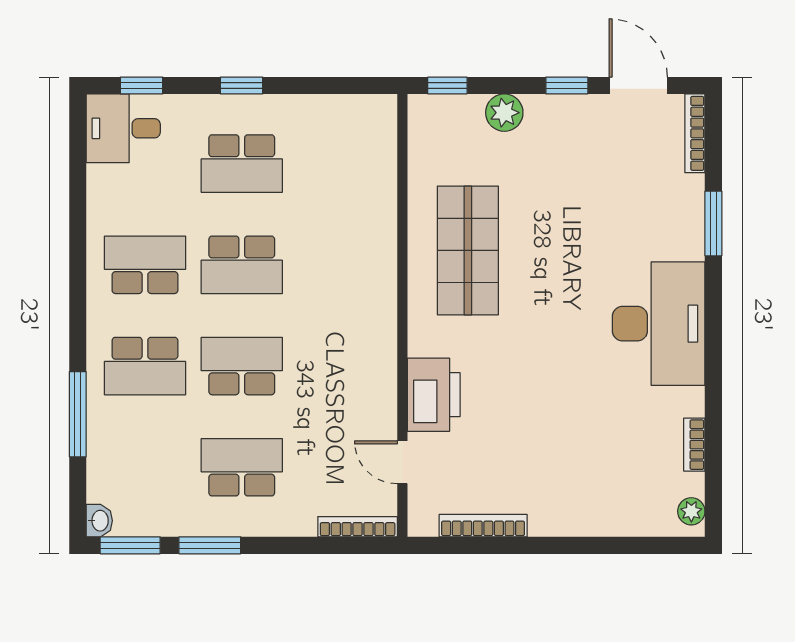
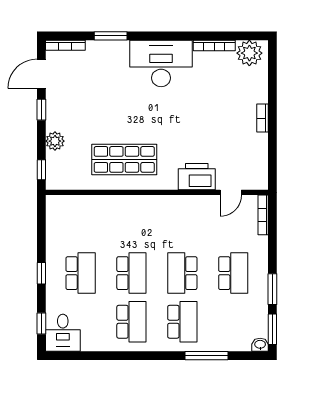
school desk: (145, 265) -> (131, 322), turned 180
bookcase: (694, 445) -> (214, 46), width x1.56
school desk: (242, 467) -> (233, 273), turned 180
plant: (691, 511) -> (249, 53), width x1.88, depth x1.88
bookcase: (483, 526) -> (263, 118), moved, width x0.64

